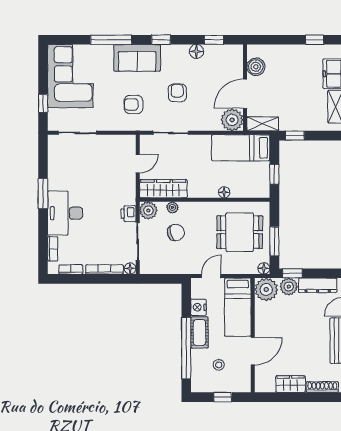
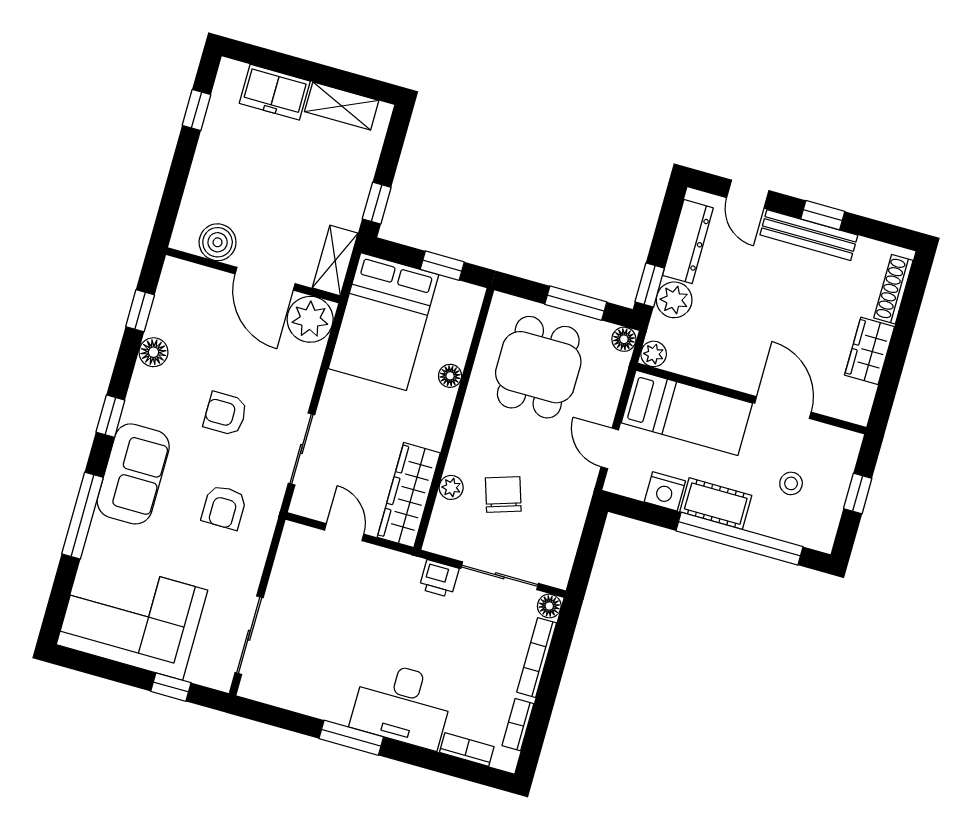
bed: (241, 148) -> (384, 322), width x1.50
plant: (148, 210) -> (444, 537), removed
plant: (266, 289) -> (654, 354), width x0.53, depth x0.53

